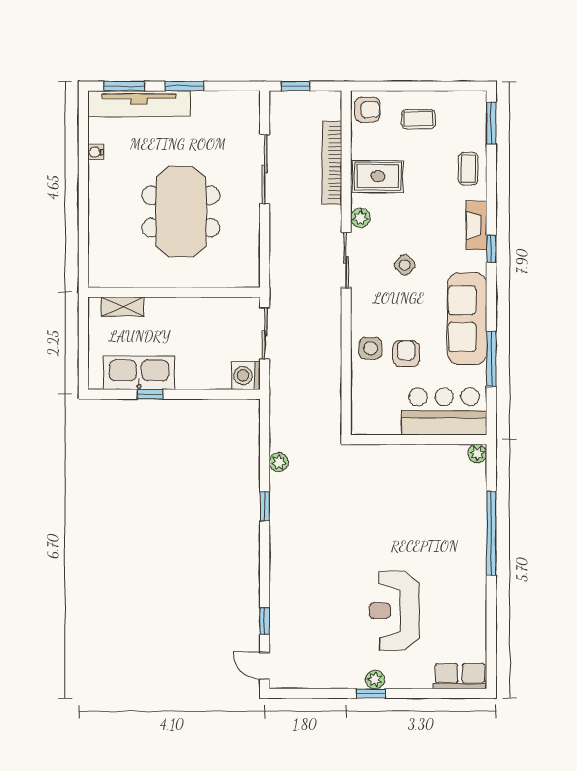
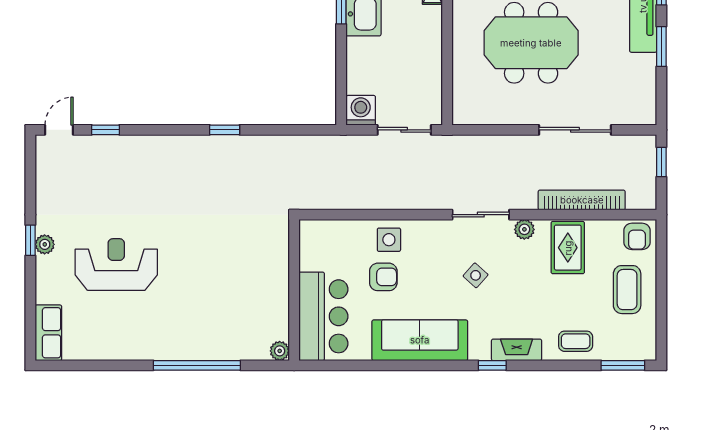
coffee table: (418, 119) -> (627, 290), width x1.36, depth x1.30
window: (491, 359) -> (378, 365), removed
plant: (279, 462) -> (271, 144), removed

